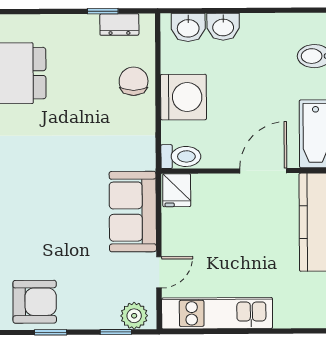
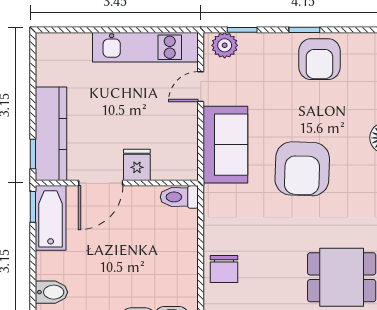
washing machine: (183, 97) -> (176, 254), removed
armchair: (52, 187) -> (302, 169), added
fridge: (177, 190) -> (137, 165), moved
armchair: (35, 302) -> (319, 59), turned -90

